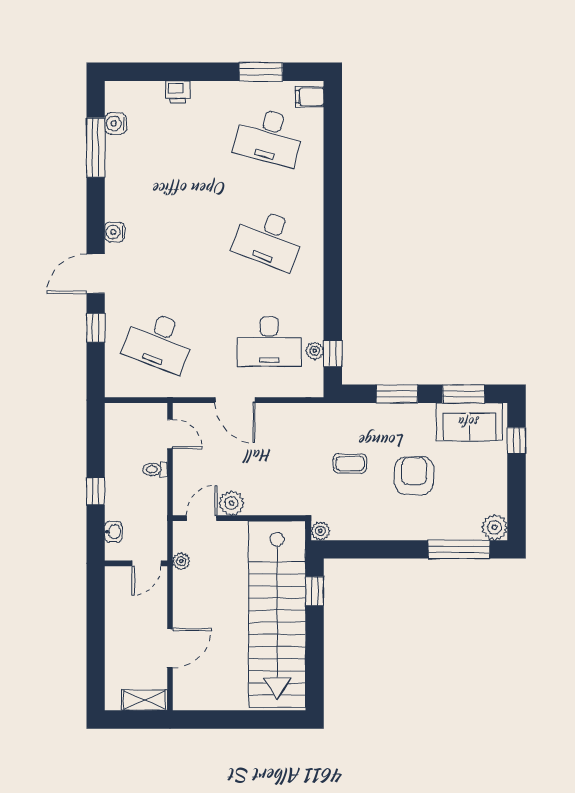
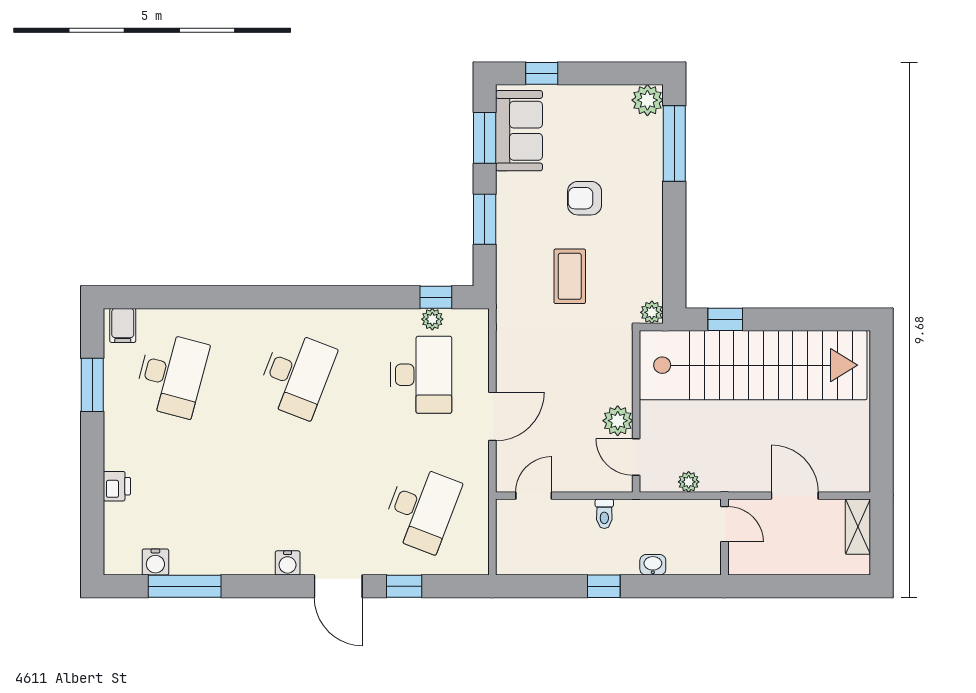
coffee table: (350, 464) -> (570, 276), width x1.36, depth x1.30
toilet: (155, 469) -> (604, 514), moved
armchair: (414, 476) -> (585, 198), width x0.72, depth x0.72
wall: (136, 563) -> (725, 537), moved
door: (147, 563) -> (725, 524), moved

